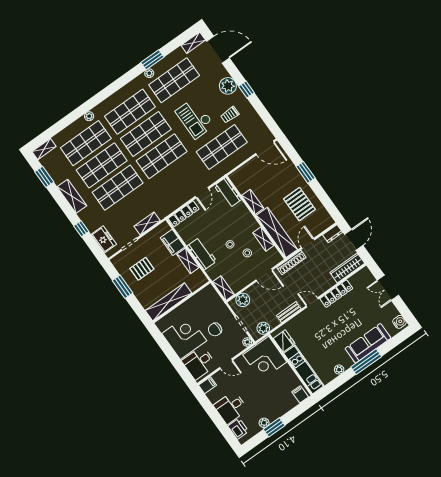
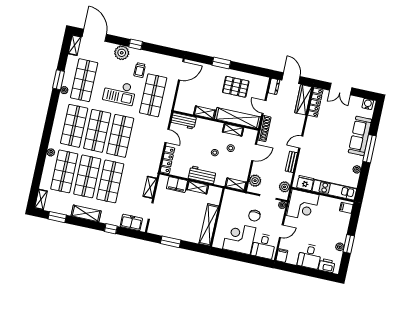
door: (218, 50) -> (94, 35), hinge flipped
pallet: (142, 269) -> (173, 219), removed
locker: (336, 294) -> (315, 103), moved

